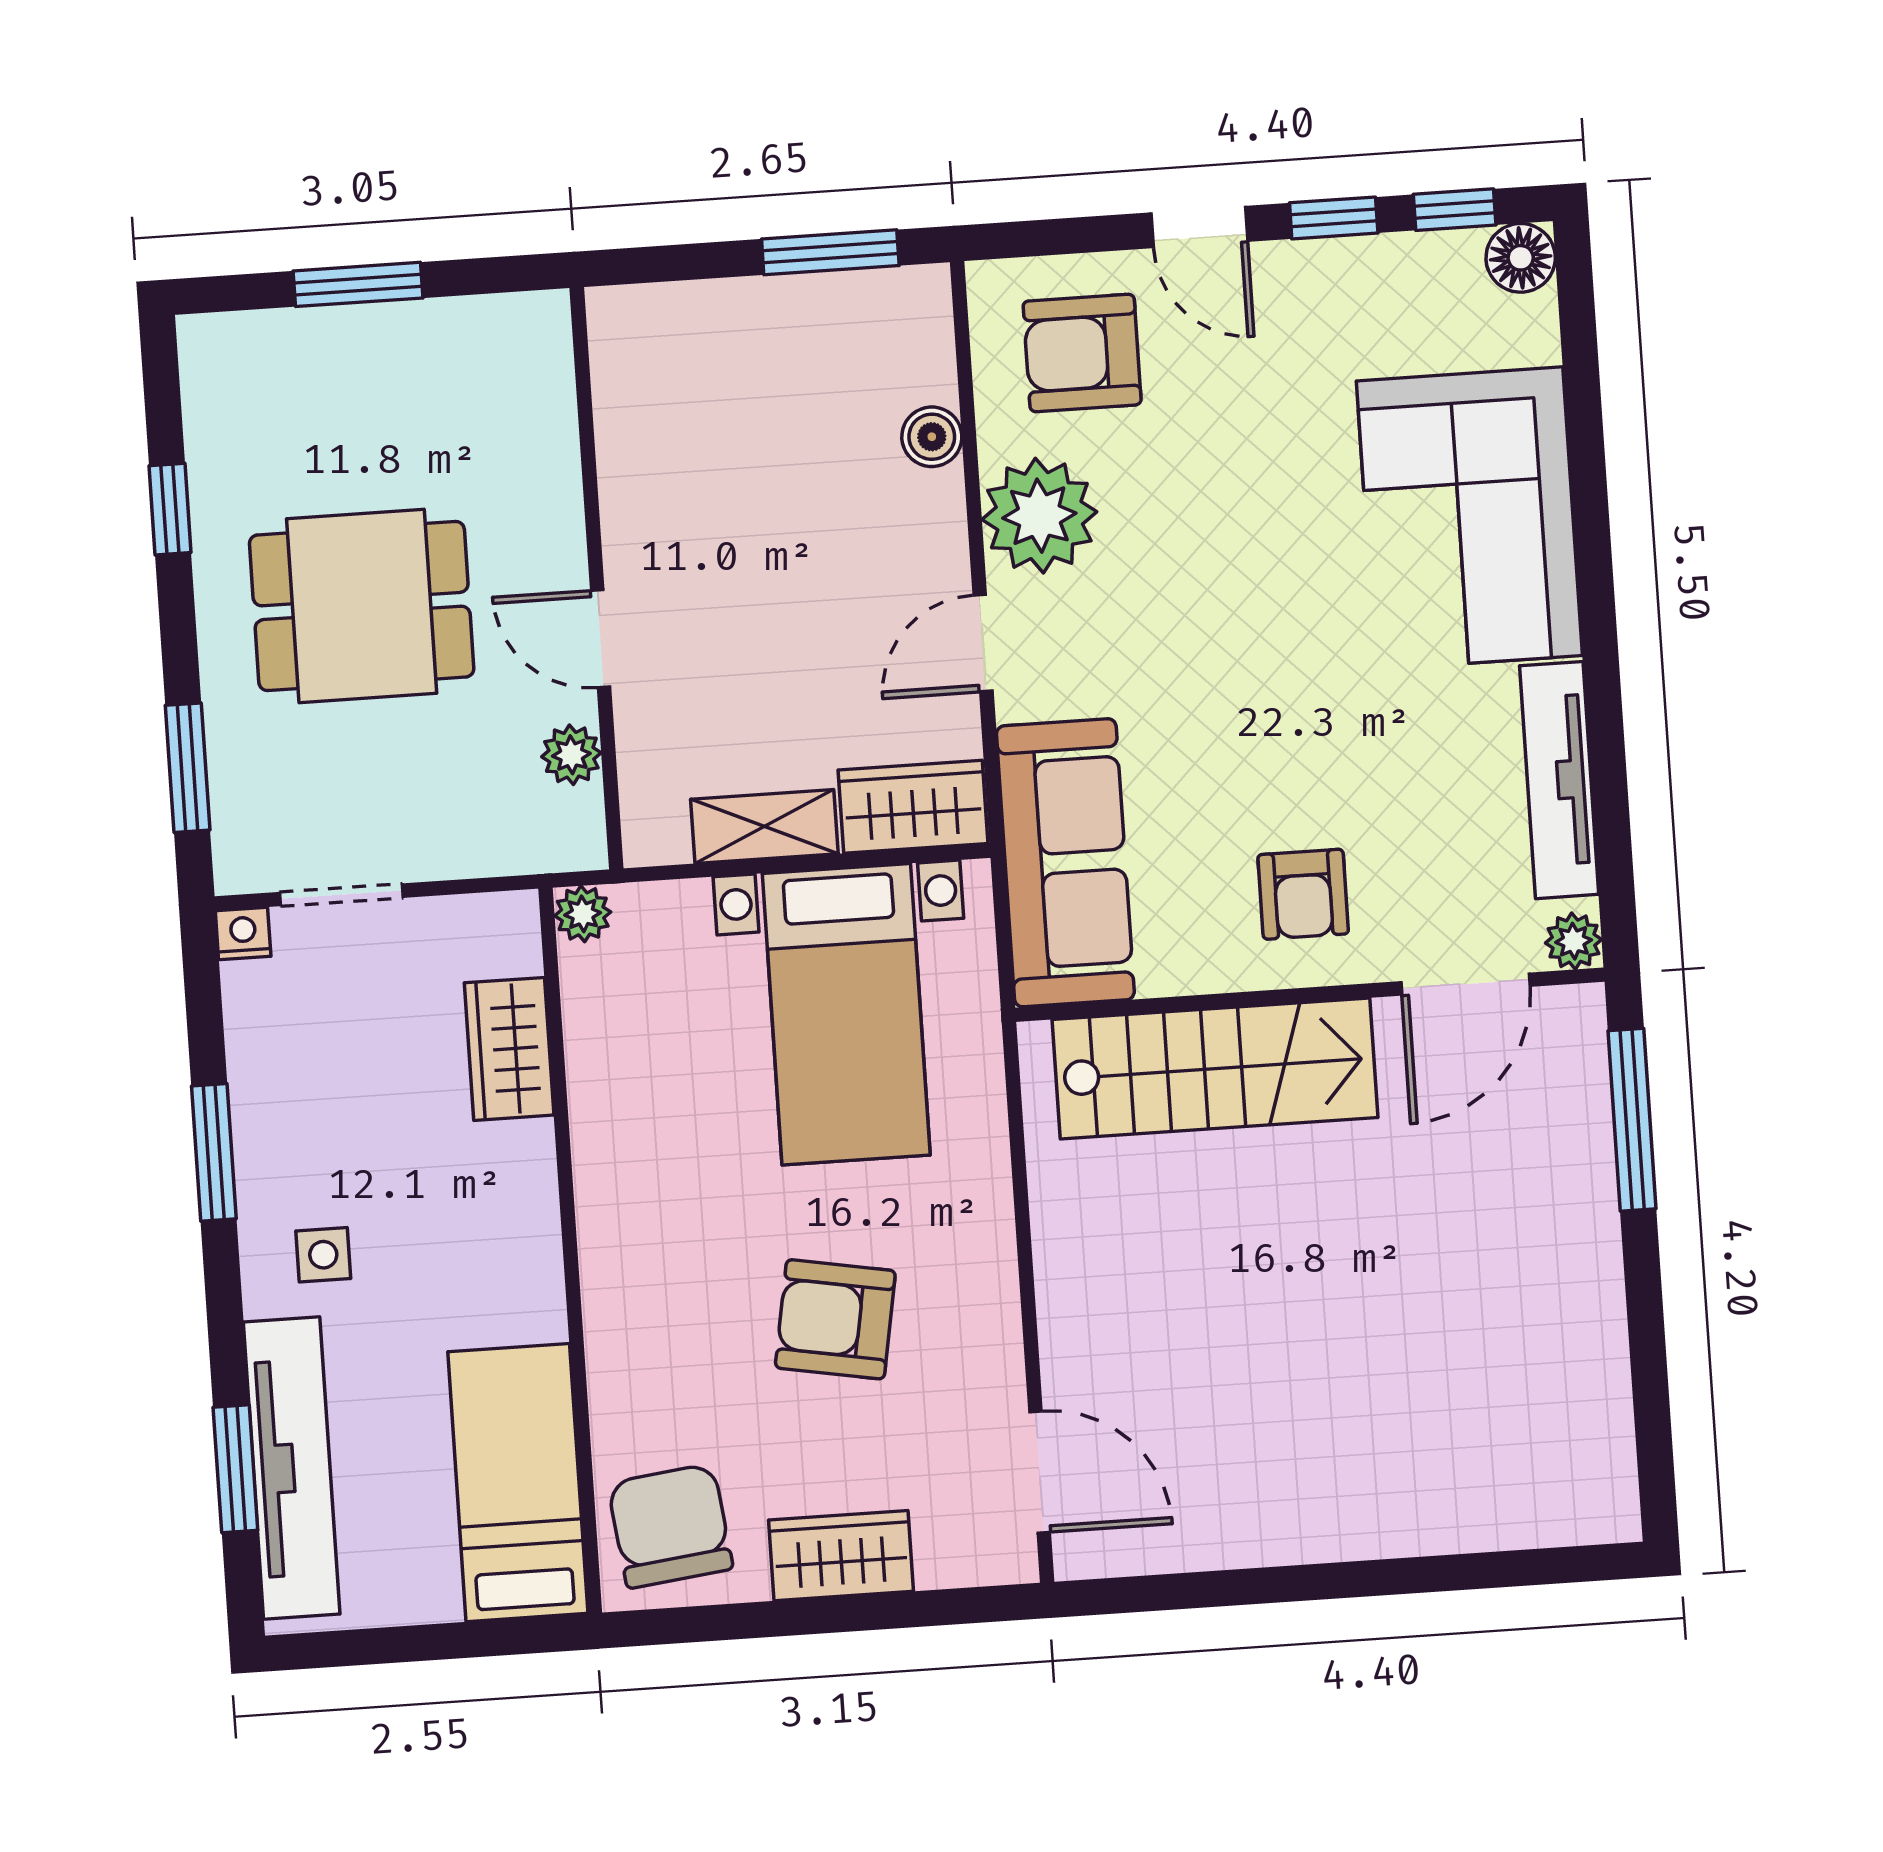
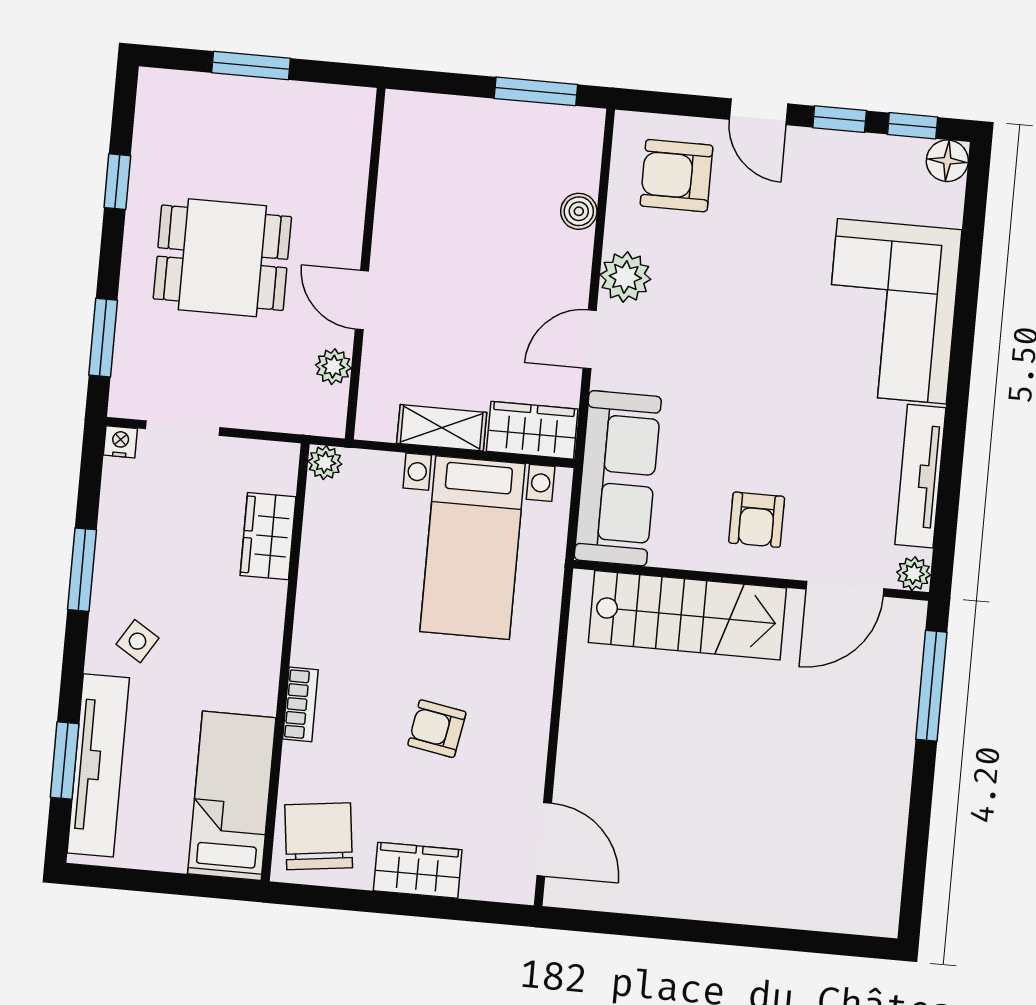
plant: (1039, 516) -> (625, 277), width x0.73, depth x0.73
side table: (323, 1255) -> (138, 641), turned 32
bookcase: (606, 1315) -> (300, 704), added
armchair: (835, 1319) -> (437, 729), width x0.72, depth x0.72

